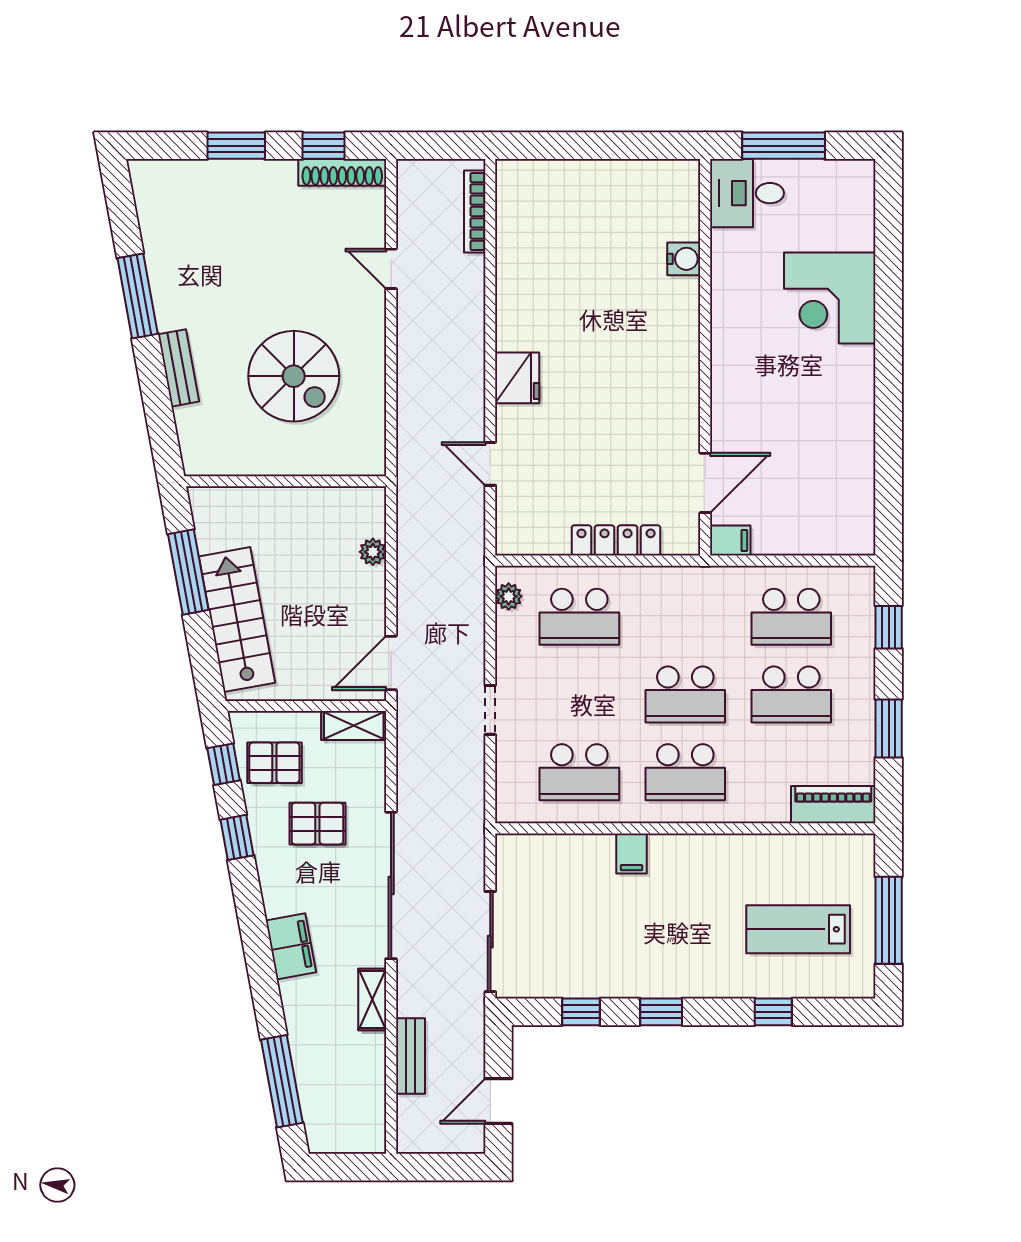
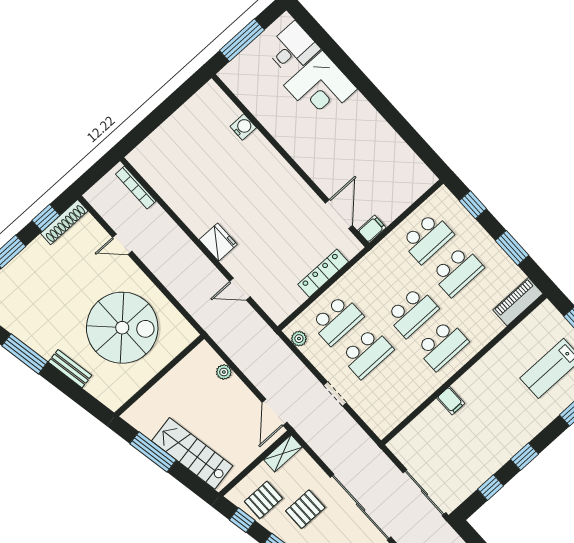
desk: (747, 193) -> (292, 49), moved, turned 180
spiral stairs: (294, 376) -> (122, 328), width x1.37, depth x1.37
school desk: (579, 772) -> (367, 353), moved

